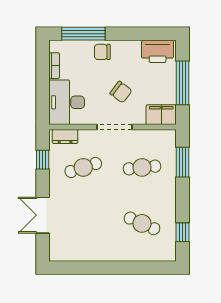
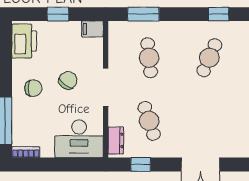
chair: (102, 52) -> (33, 88), moved, turned -90
bookcase: (54, 66) -> (26, 152), moved
window: (183, 83) -> (58, 14), width x0.46
filing cabinet: (161, 115) -> (92, 29), width x0.50

